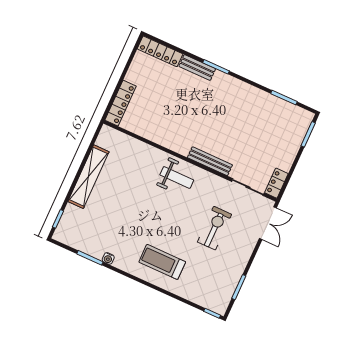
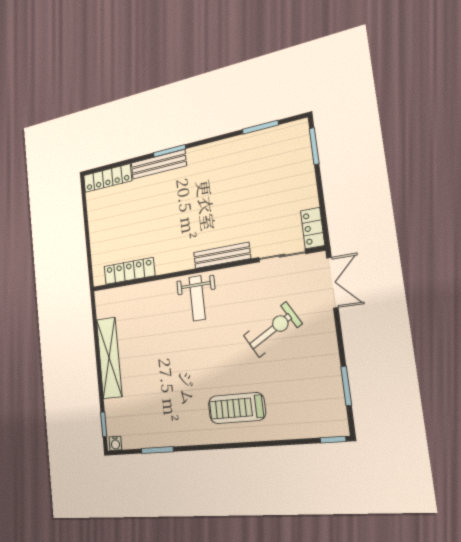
bench: (197, 68) -> (159, 164), width x1.36
locker: (121, 103) -> (129, 271), moved, turned -90
weight bench: (177, 177) -> (197, 298), turned 90
exercise bike: (215, 228) -> (273, 330), turned 60
water cooler: (108, 258) -> (115, 443), moved

